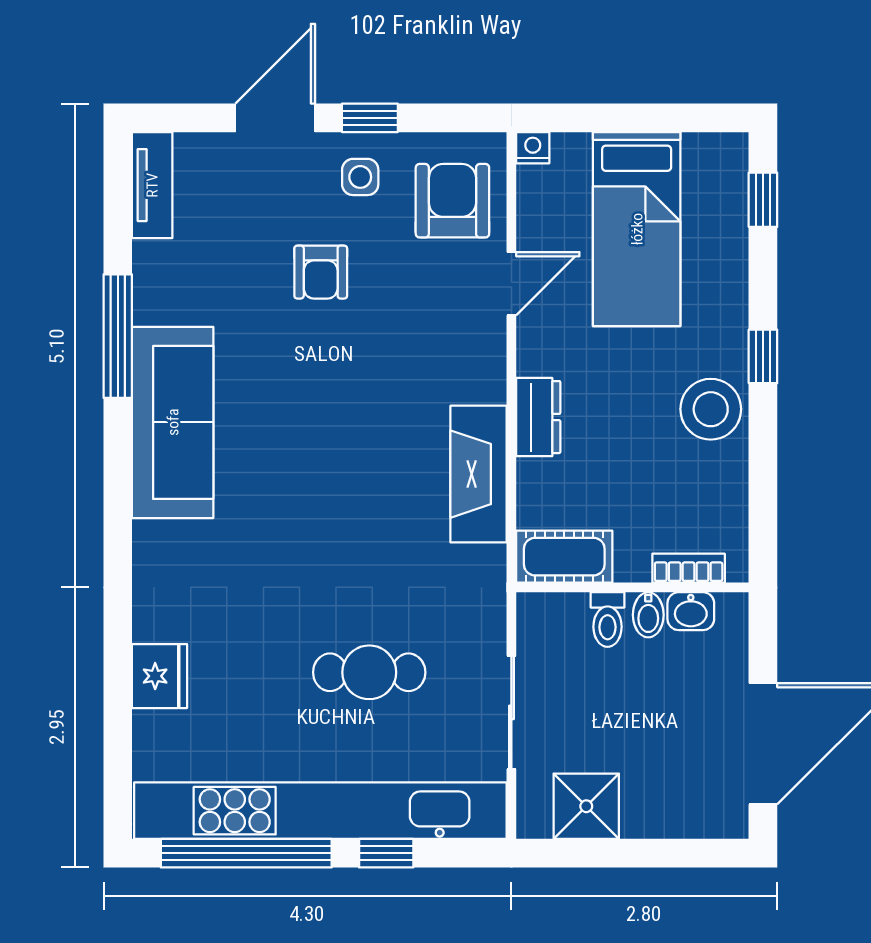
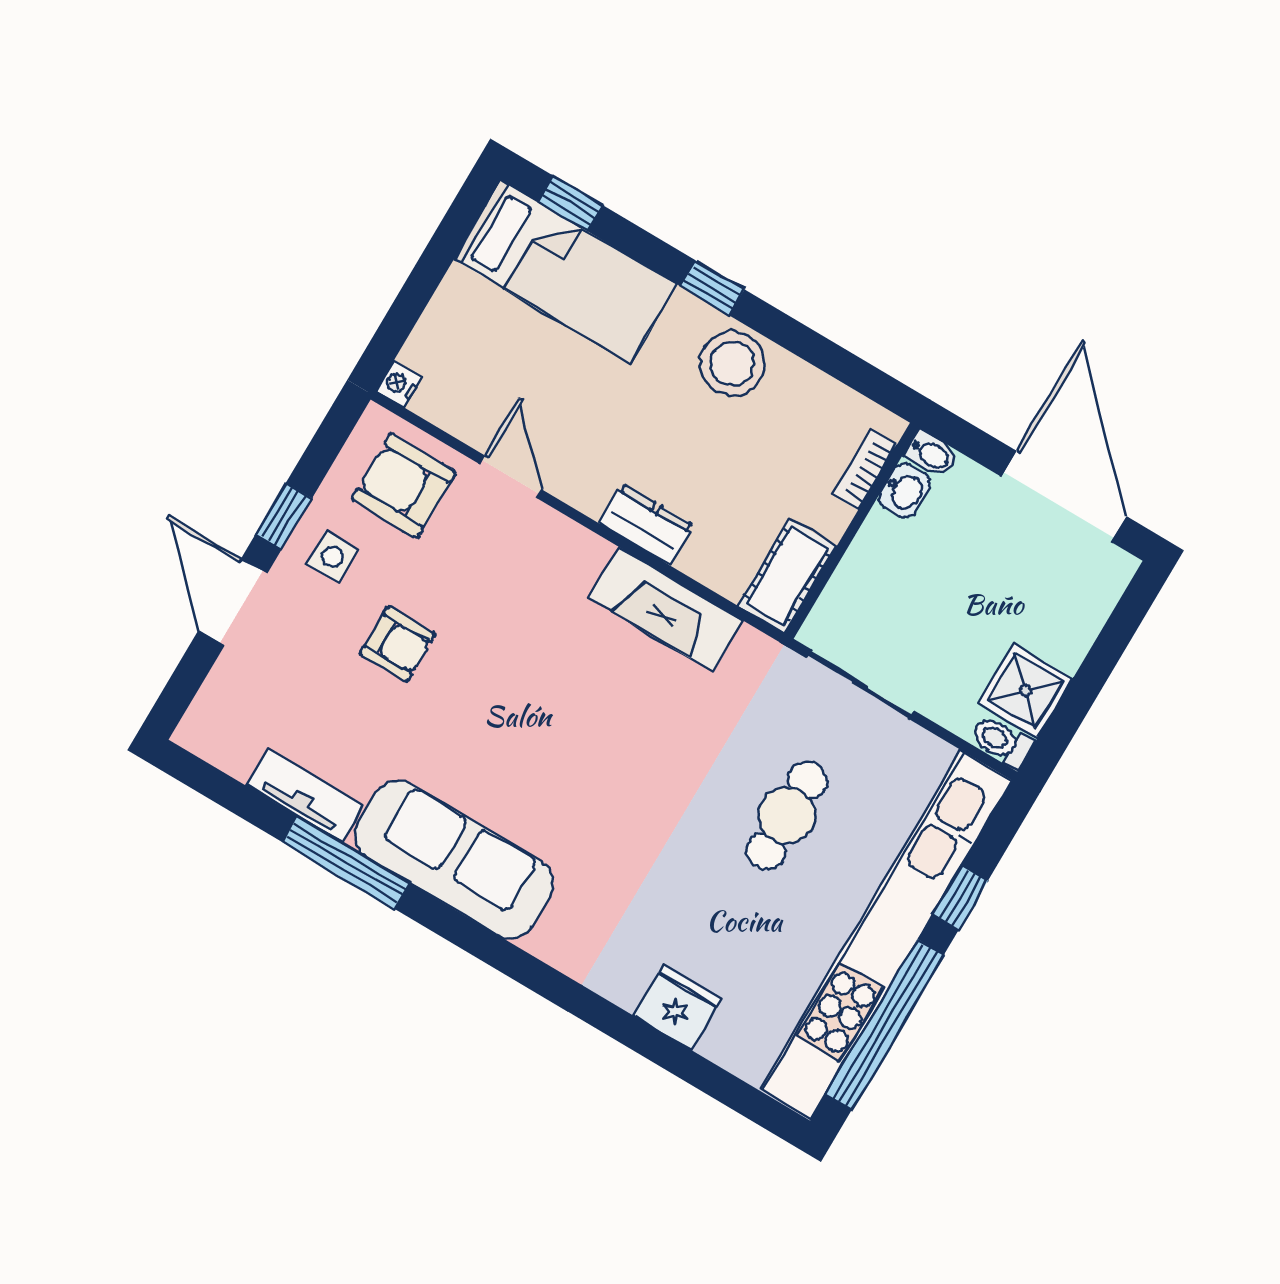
tv unit: (152, 185) -> (305, 796), moved
bed: (637, 229) -> (566, 272), moved
bidet: (648, 615) -> (931, 454), moved
toilet: (608, 620) -> (1002, 742), moved, turned 180
sliding door: (511, 712) -> (860, 684), moved

